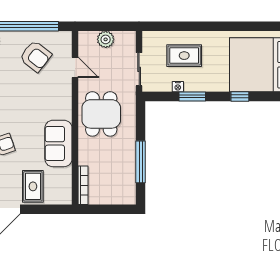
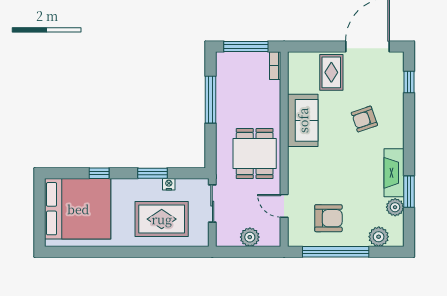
armchair: (35, 56) -> (328, 218), turned 142
rug: (184, 56) -> (162, 219), width x1.36, depth x1.43
bookcase: (83, 185) -> (275, 66), width x0.64
window: (109, 209) -> (246, 47), added

